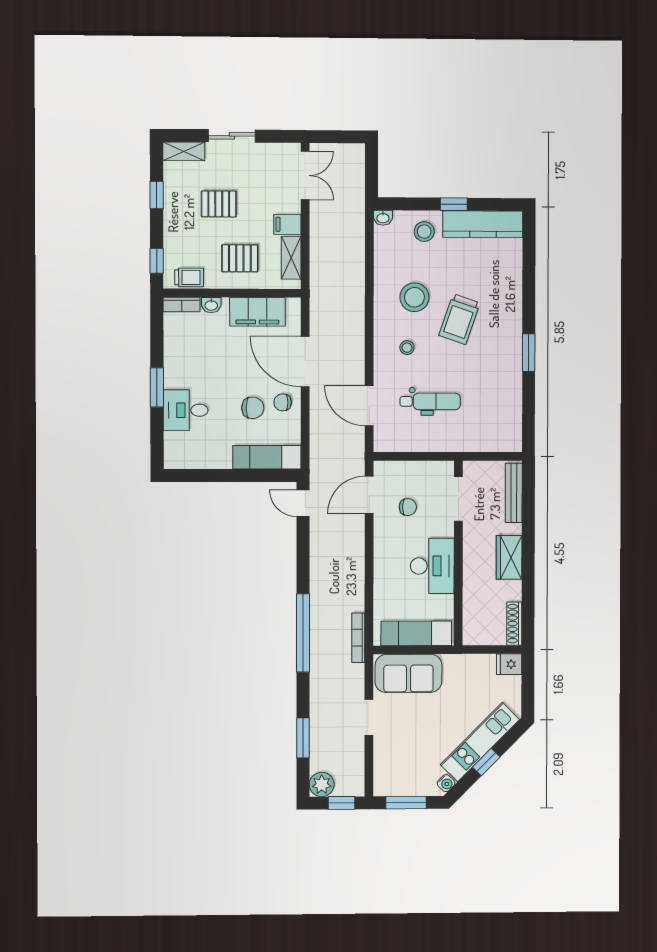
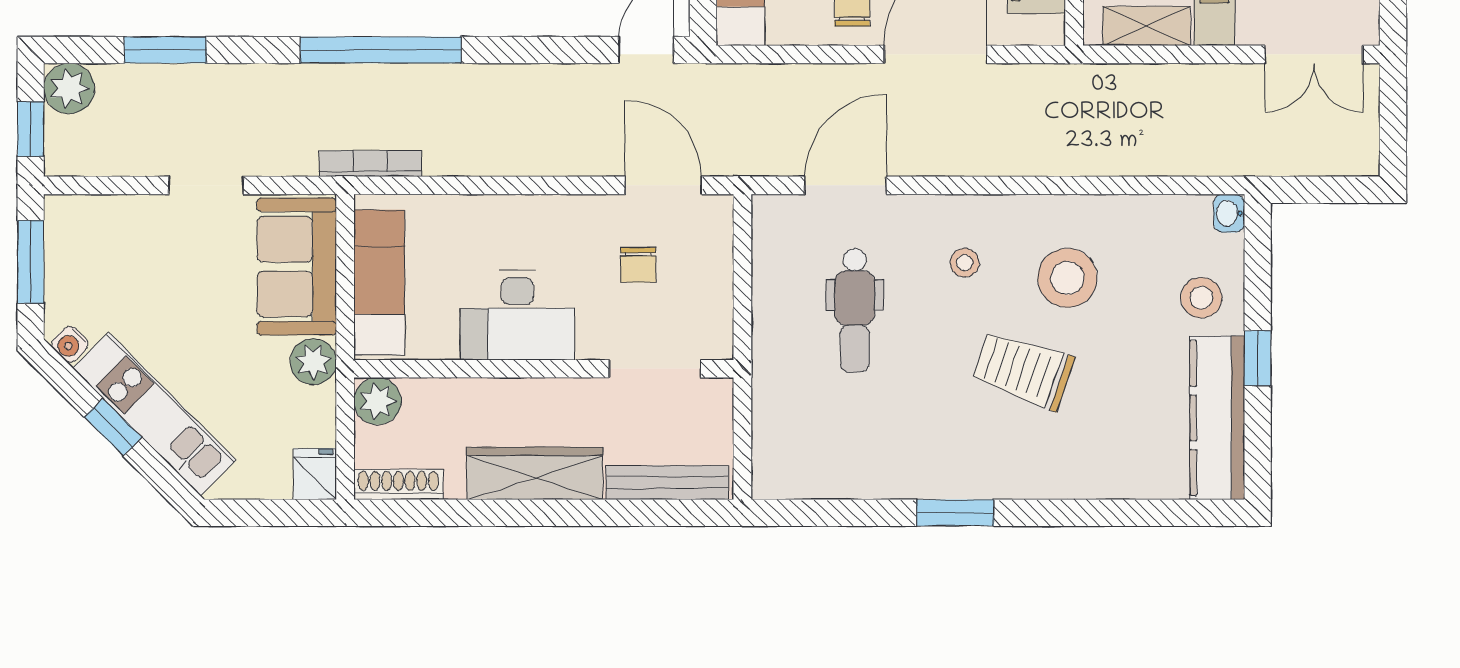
wardrobe: (509, 557) -> (535, 473), width x1.50
plant: (474, 634) -> (378, 401), added
plant: (455, 665) -> (313, 362), added

